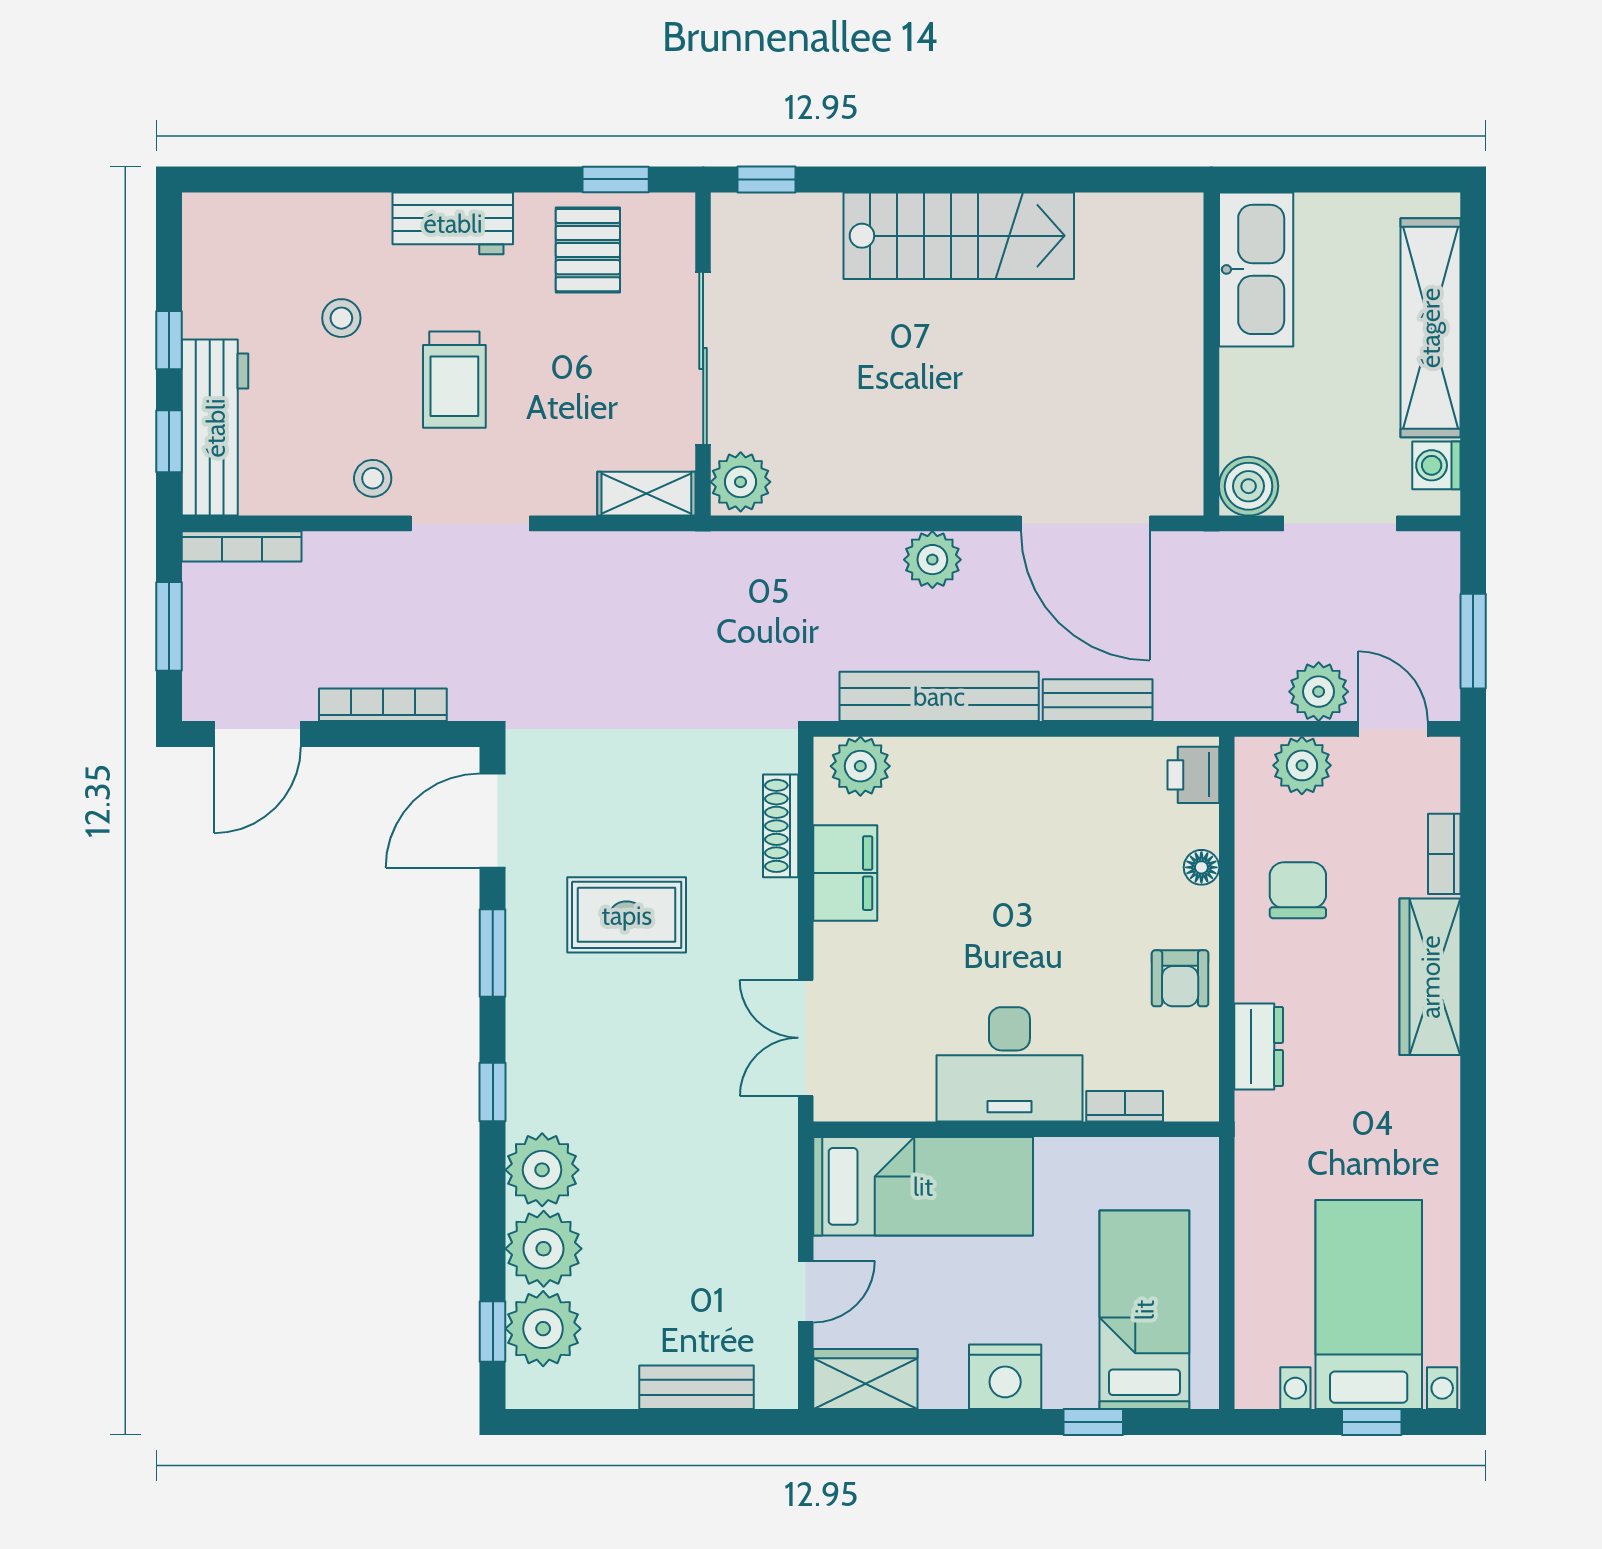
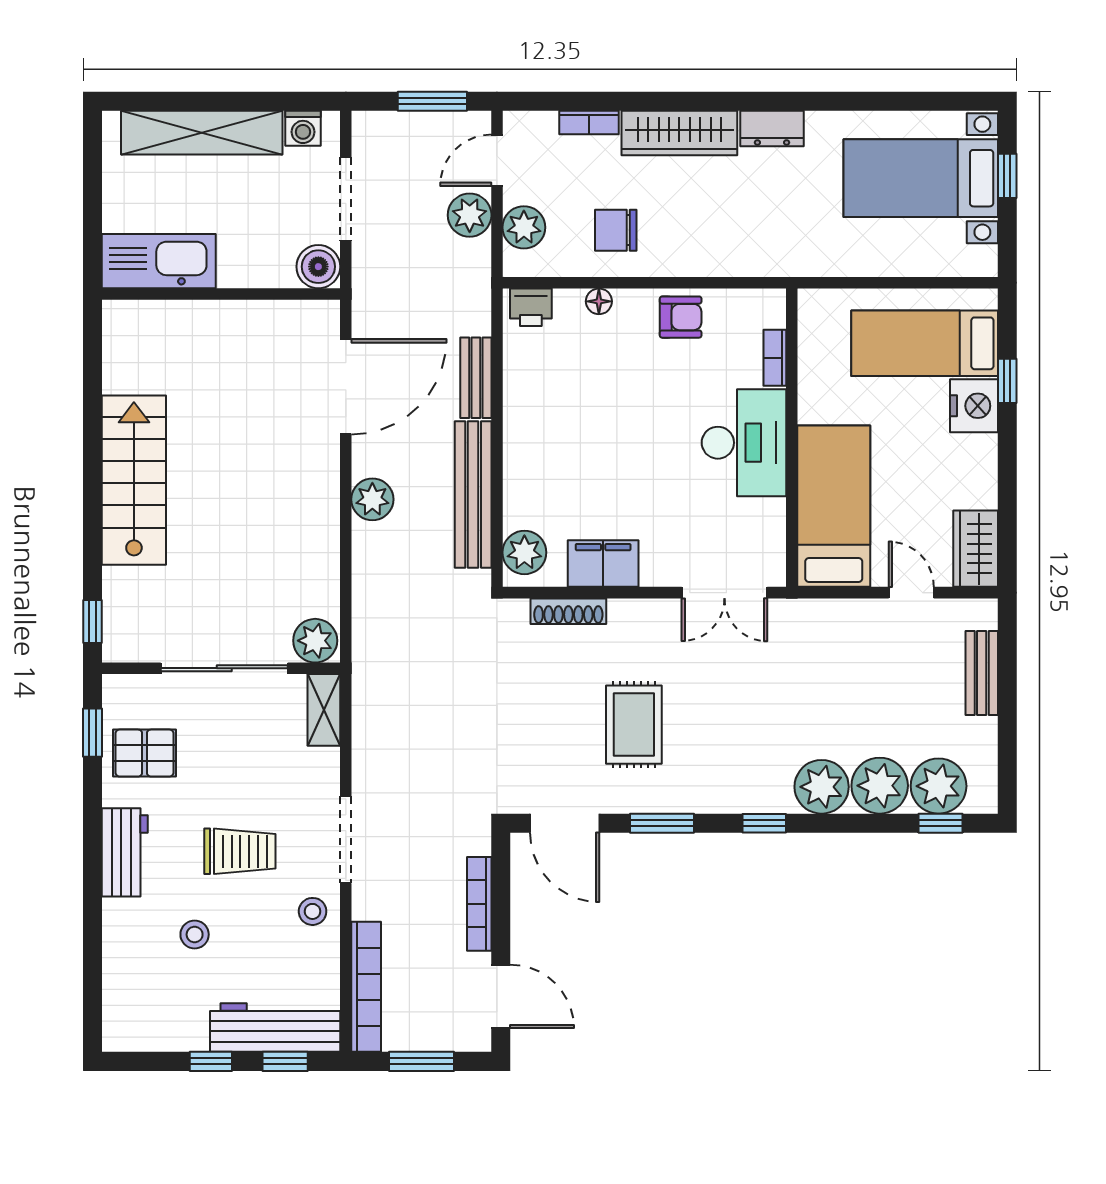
bookcase: (242, 546) -> (366, 987), width x1.48, depth x1.31
dresser: (1259, 1046) -> (772, 129), moved, turned 180
nightstand: (1005, 1377) -> (974, 406), moved

